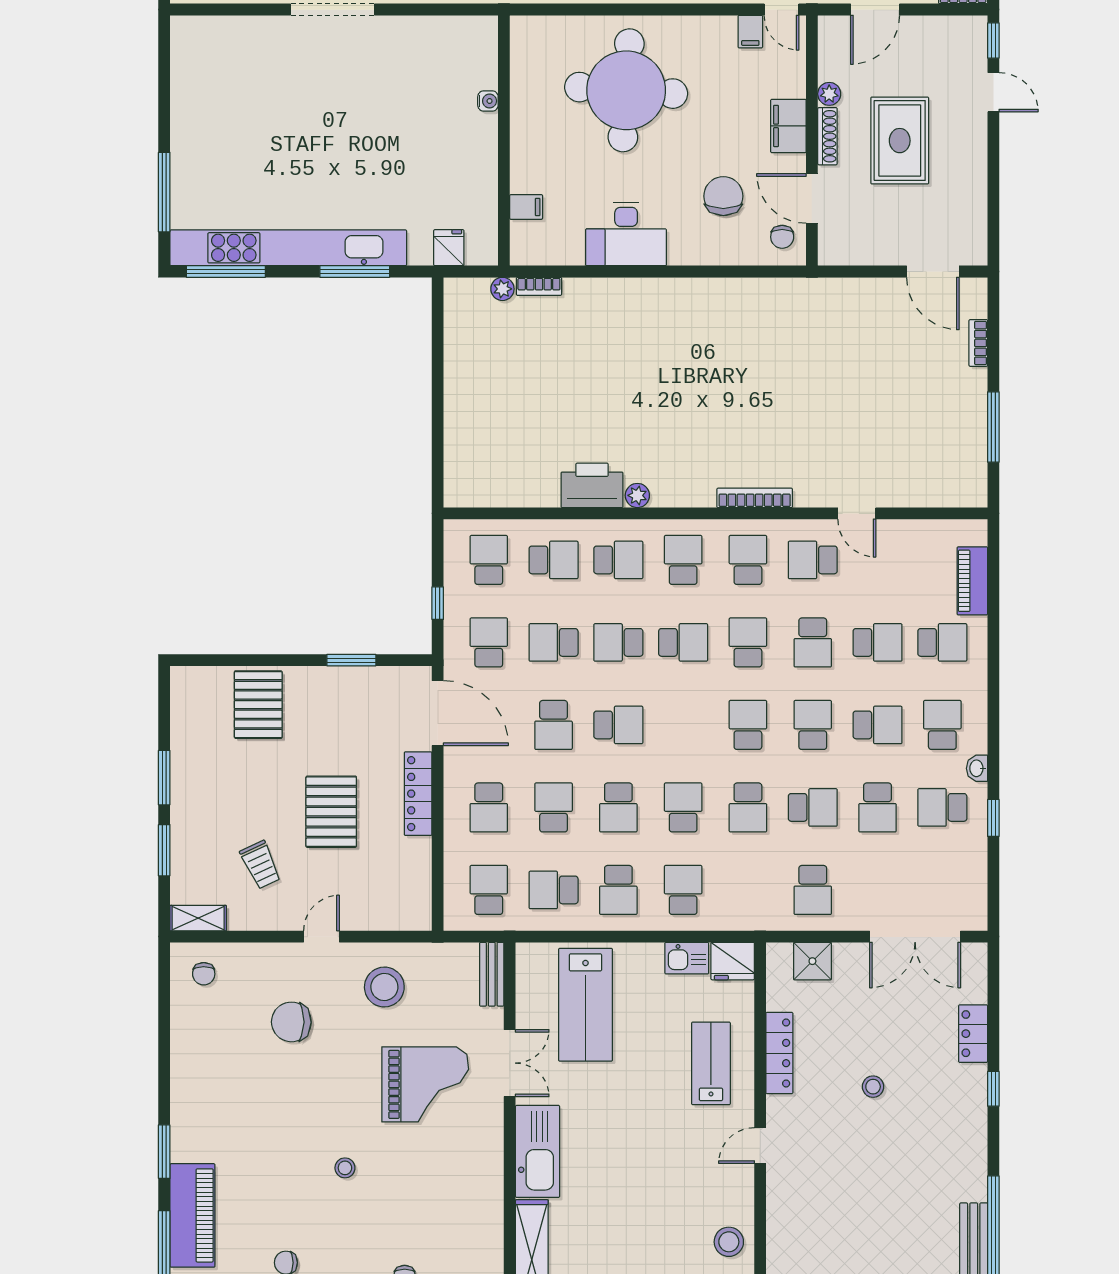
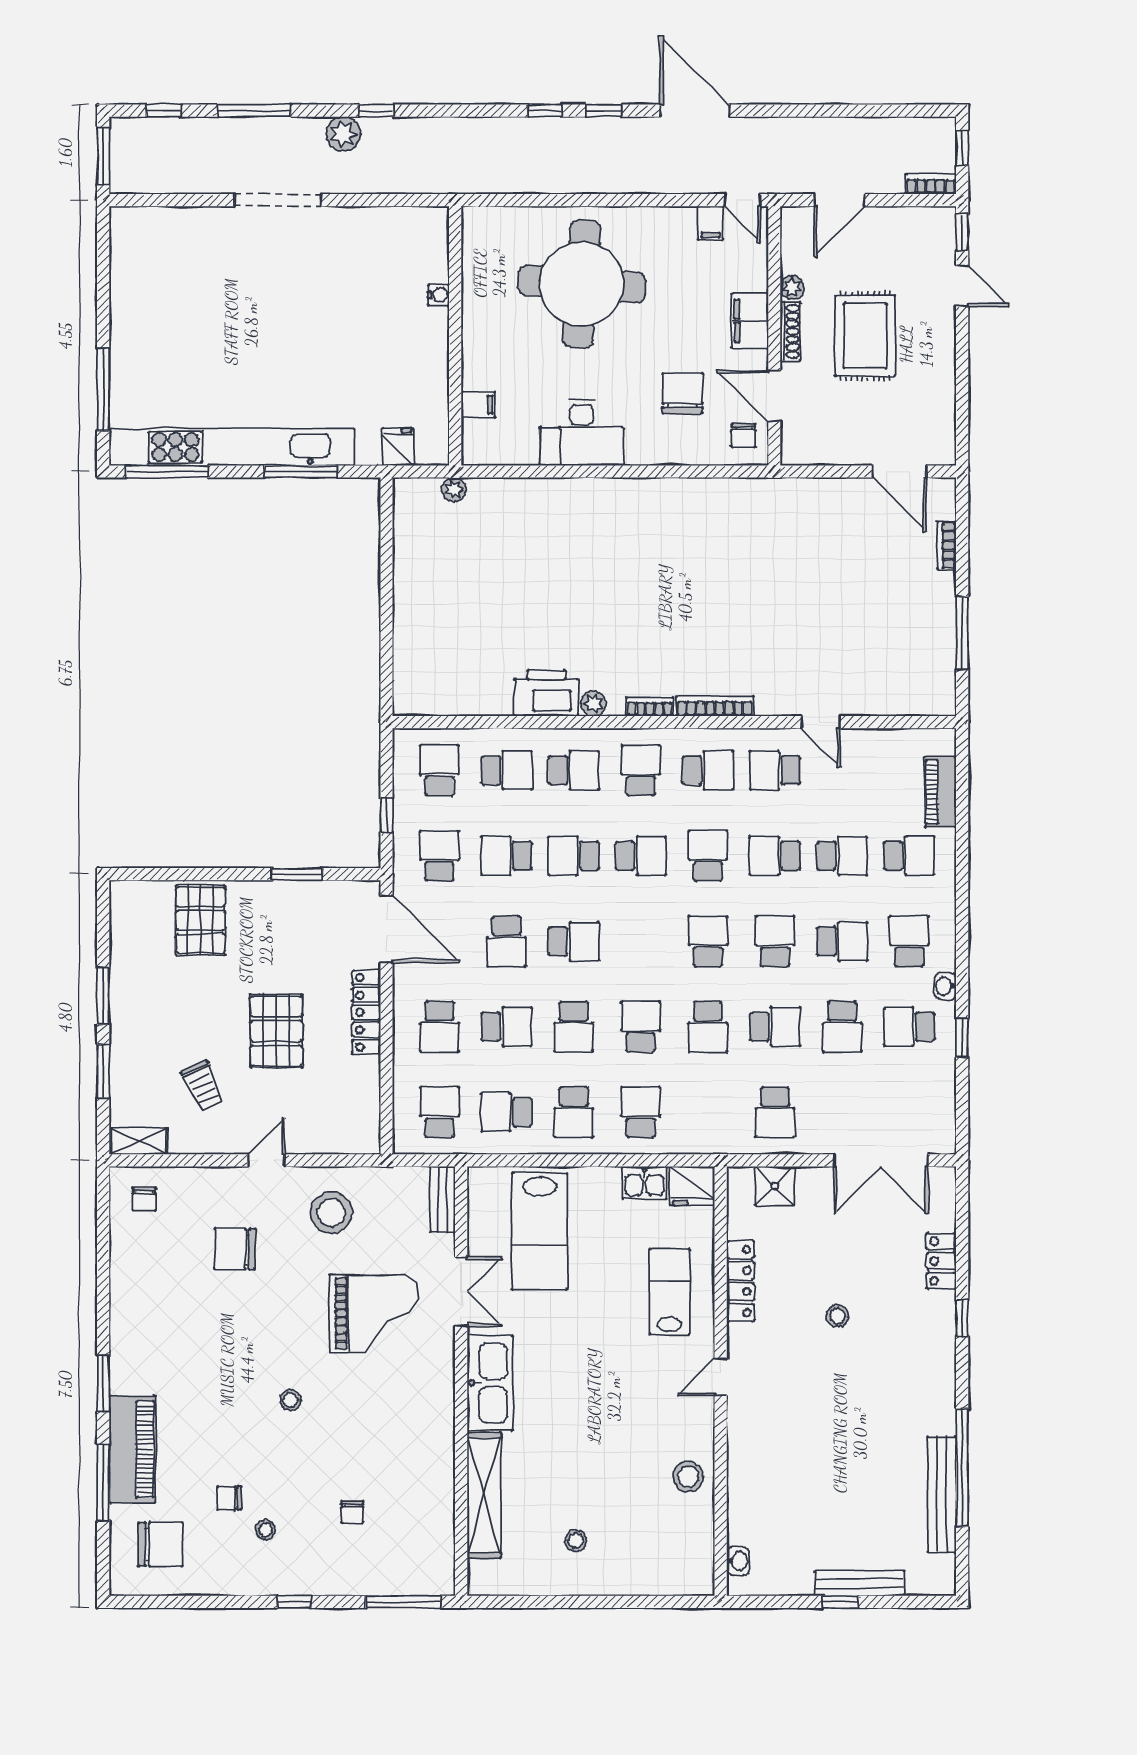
bookcase: (539, 286) -> (650, 707), moved, turned 180
school desk: (748, 560) -> (708, 770), turned 90
school desk: (813, 642) -> (775, 856), turned 90
school desk: (554, 807) -> (507, 1027), turned 90

